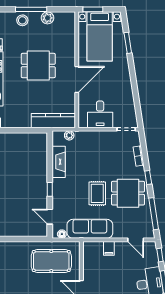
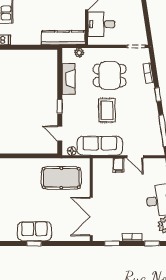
desk: (100, 114) -> (101, 24), moved, turned 90
dining table: (128, 193) -> (110, 76), moved
door: (136, 240) -> (135, 157), moved

